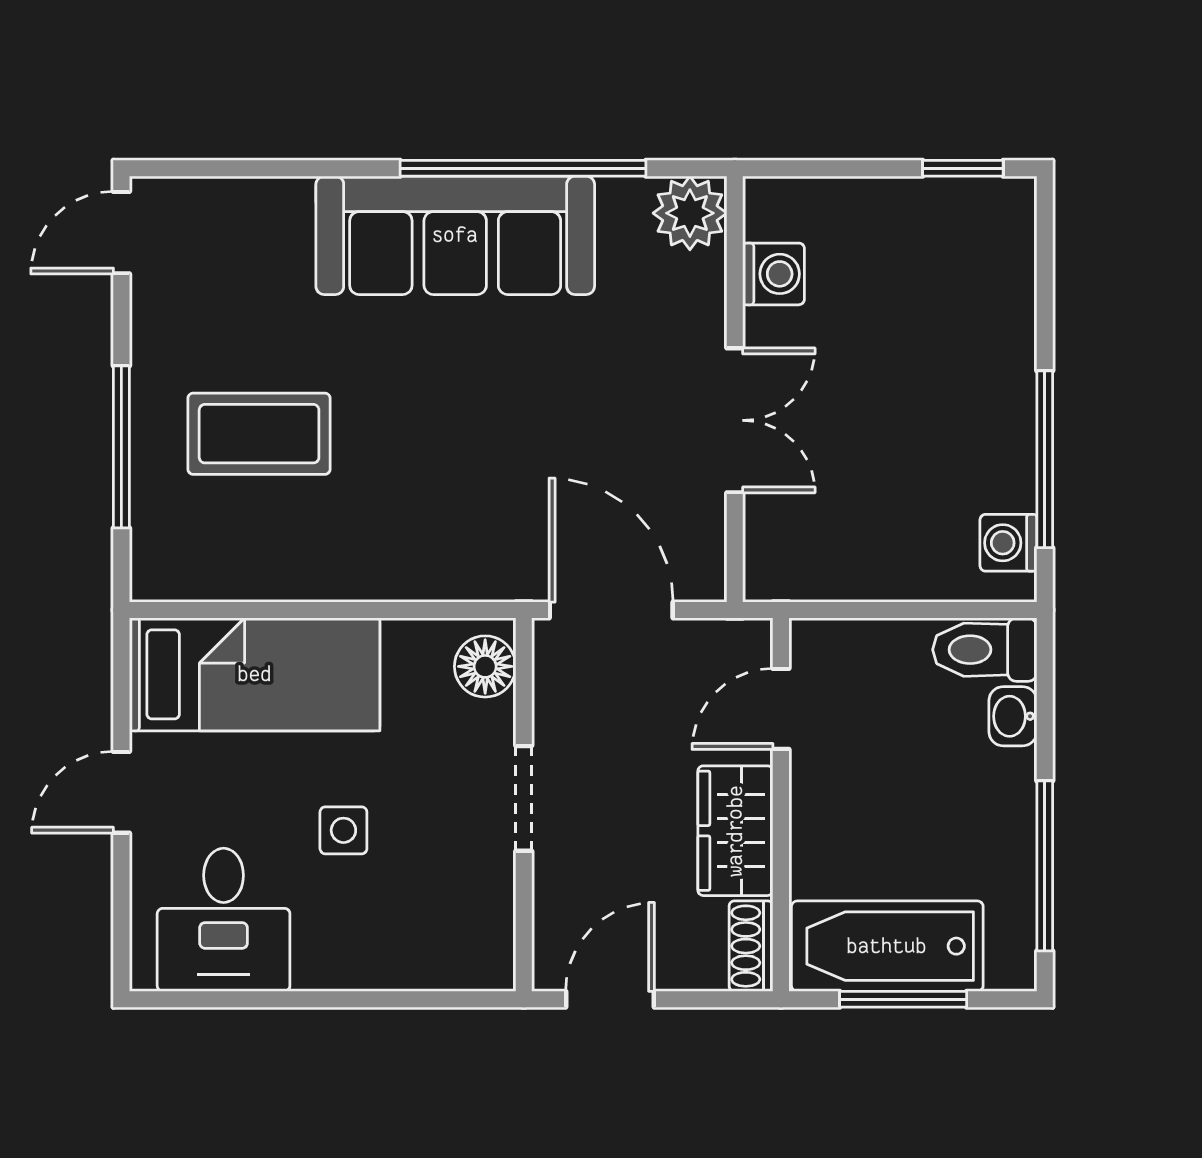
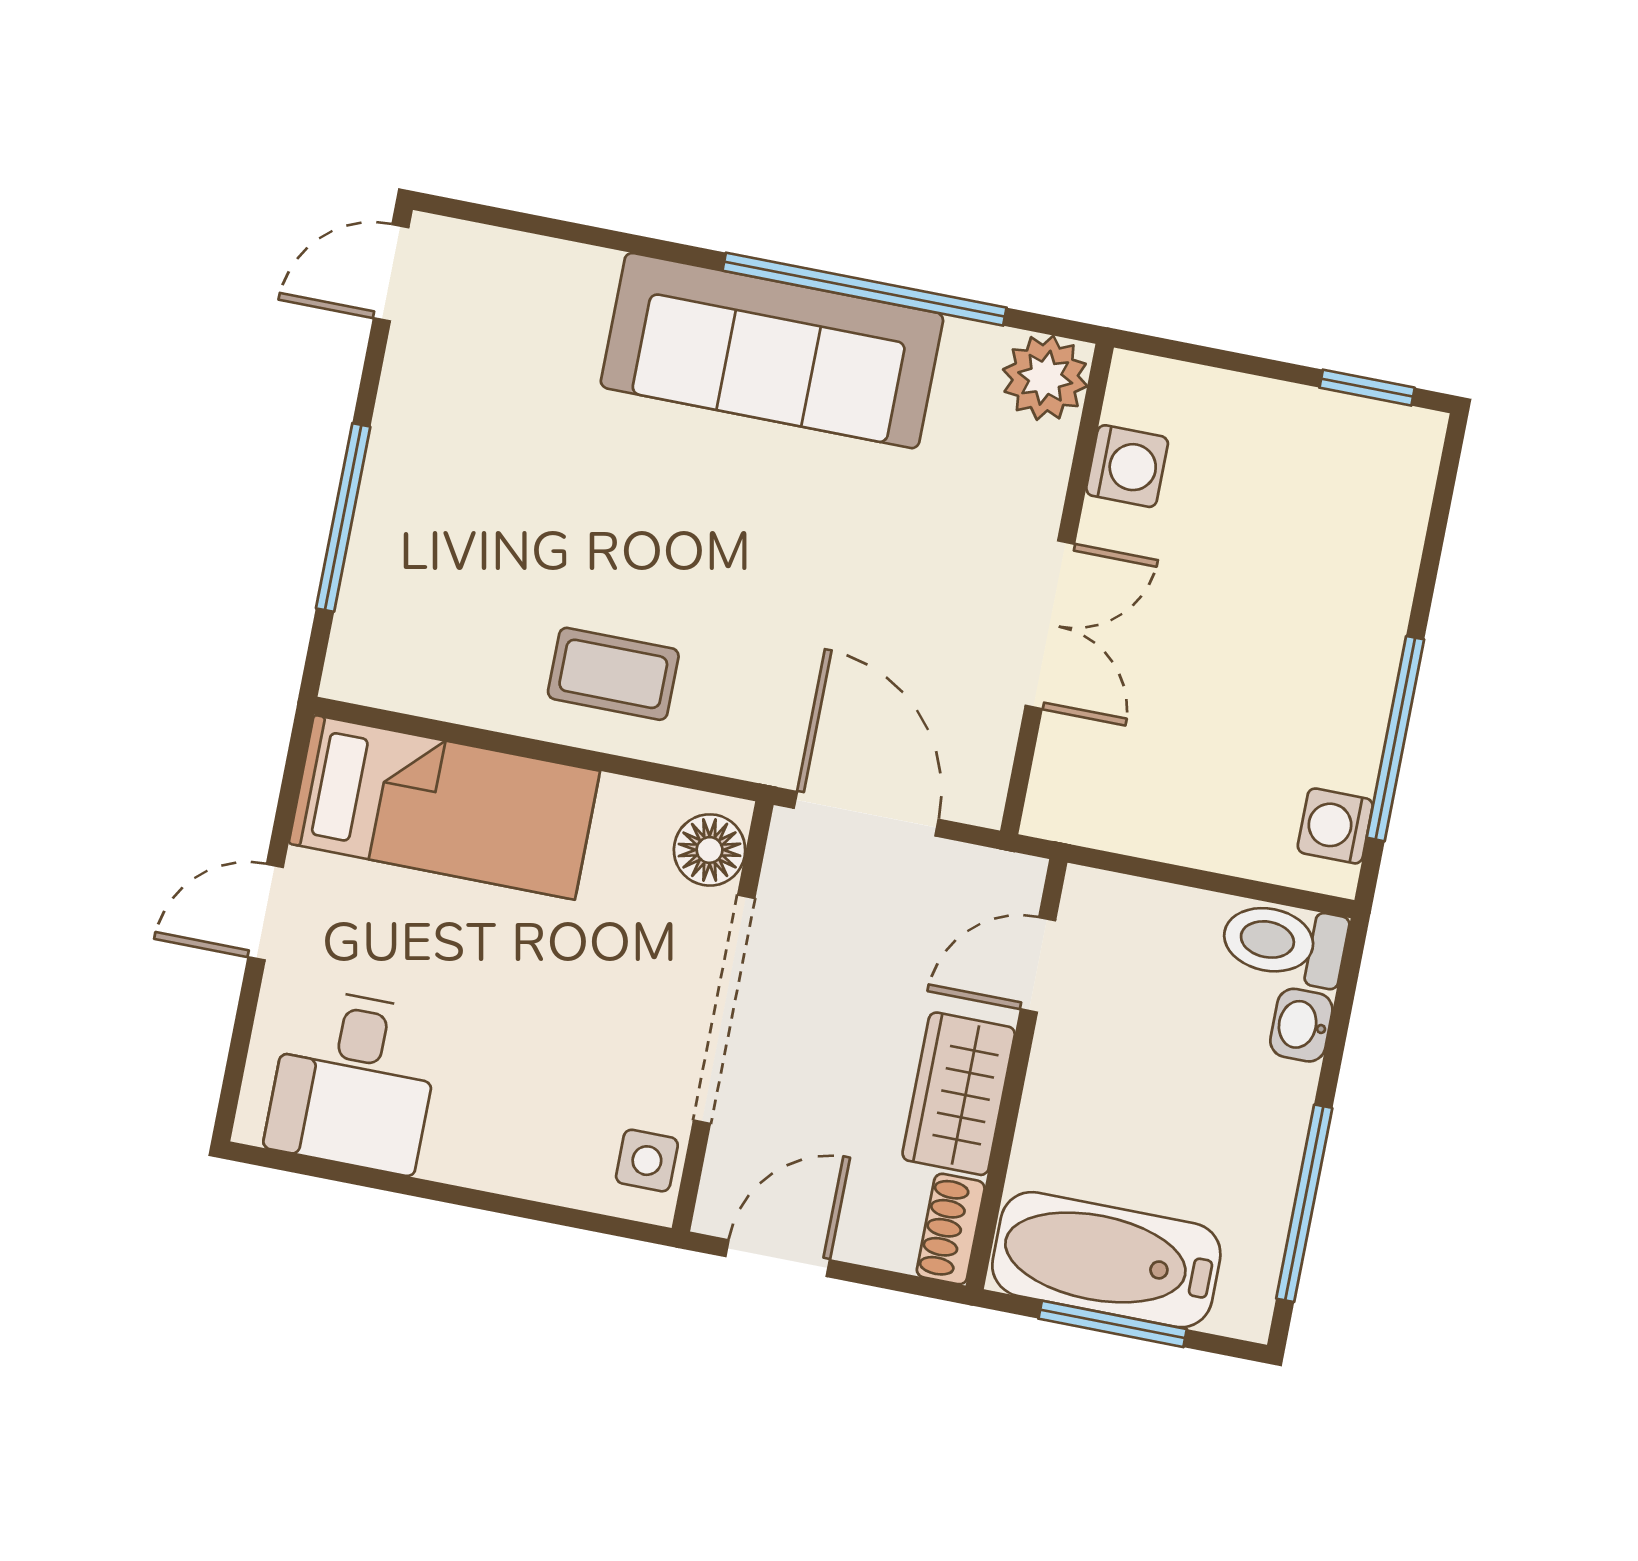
coffee table: (259, 434) -> (613, 674), moved, width x0.73, depth x0.77
doorway: (524, 798) -> (724, 1009), width x1.88
side table: (343, 830) -> (647, 1161), moved

